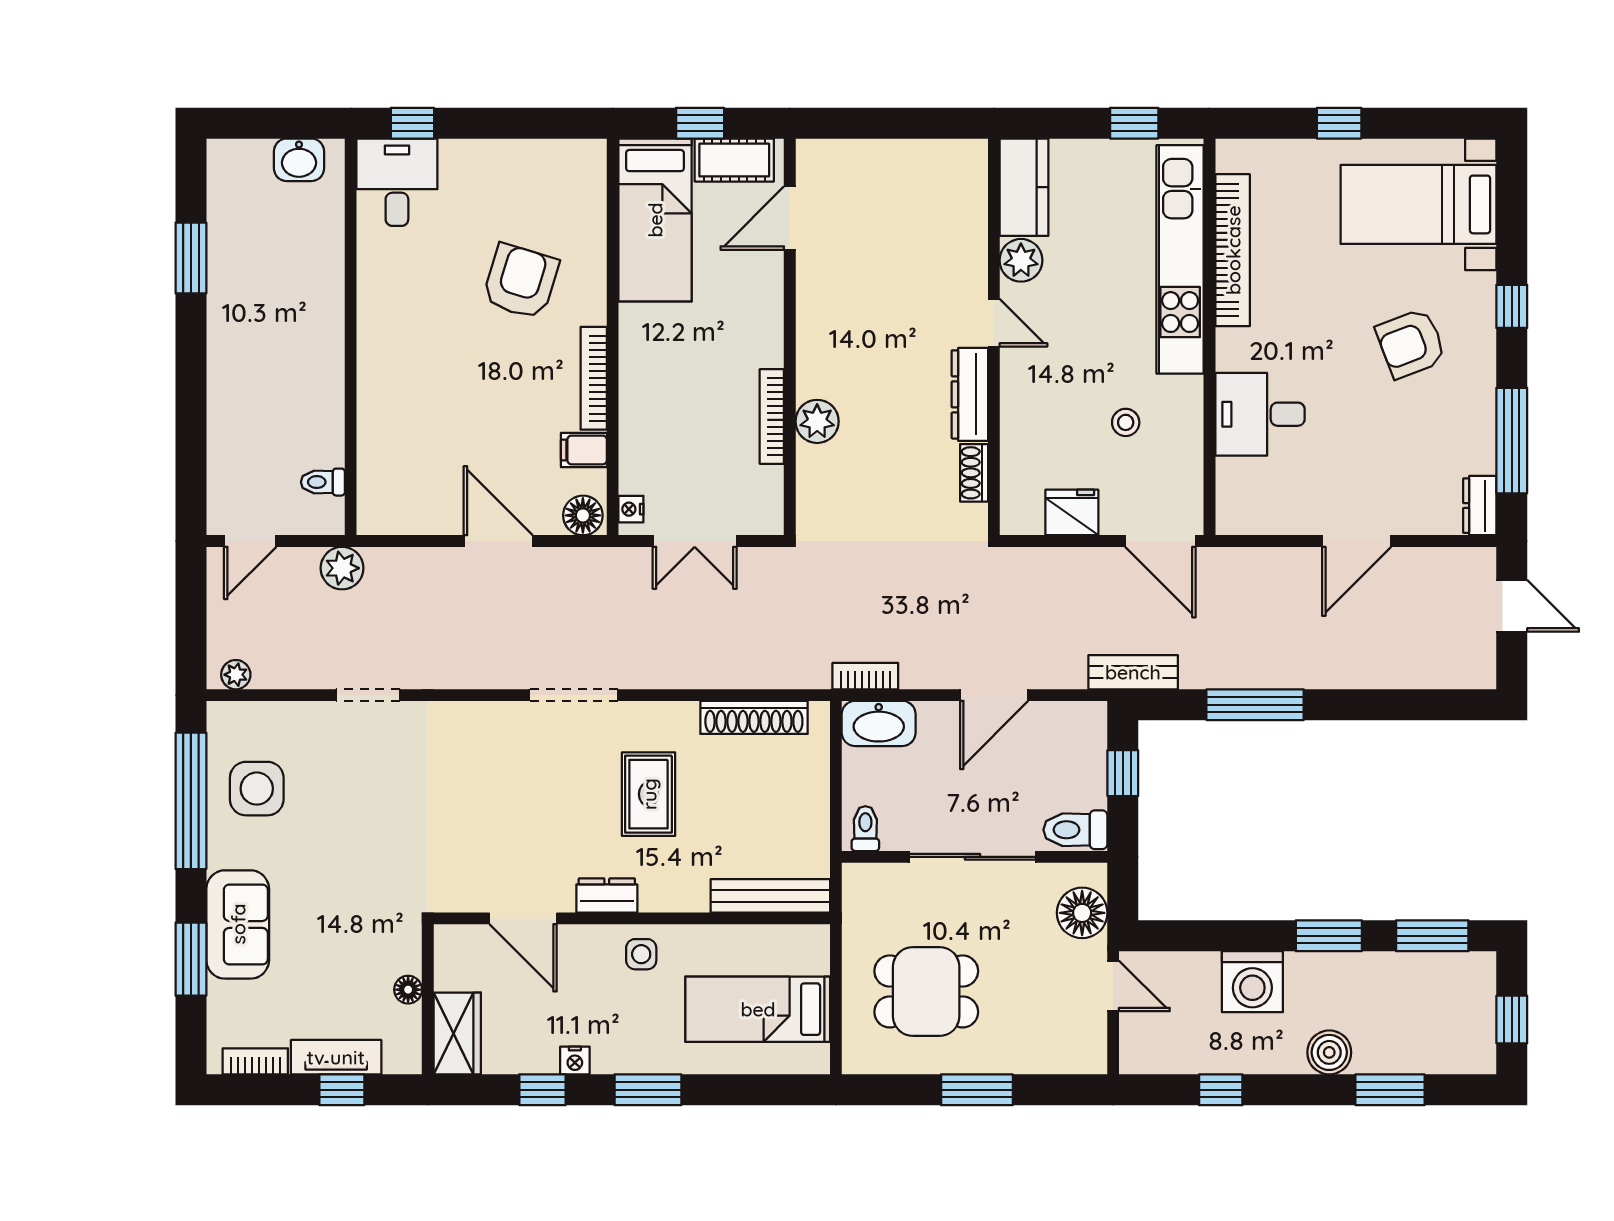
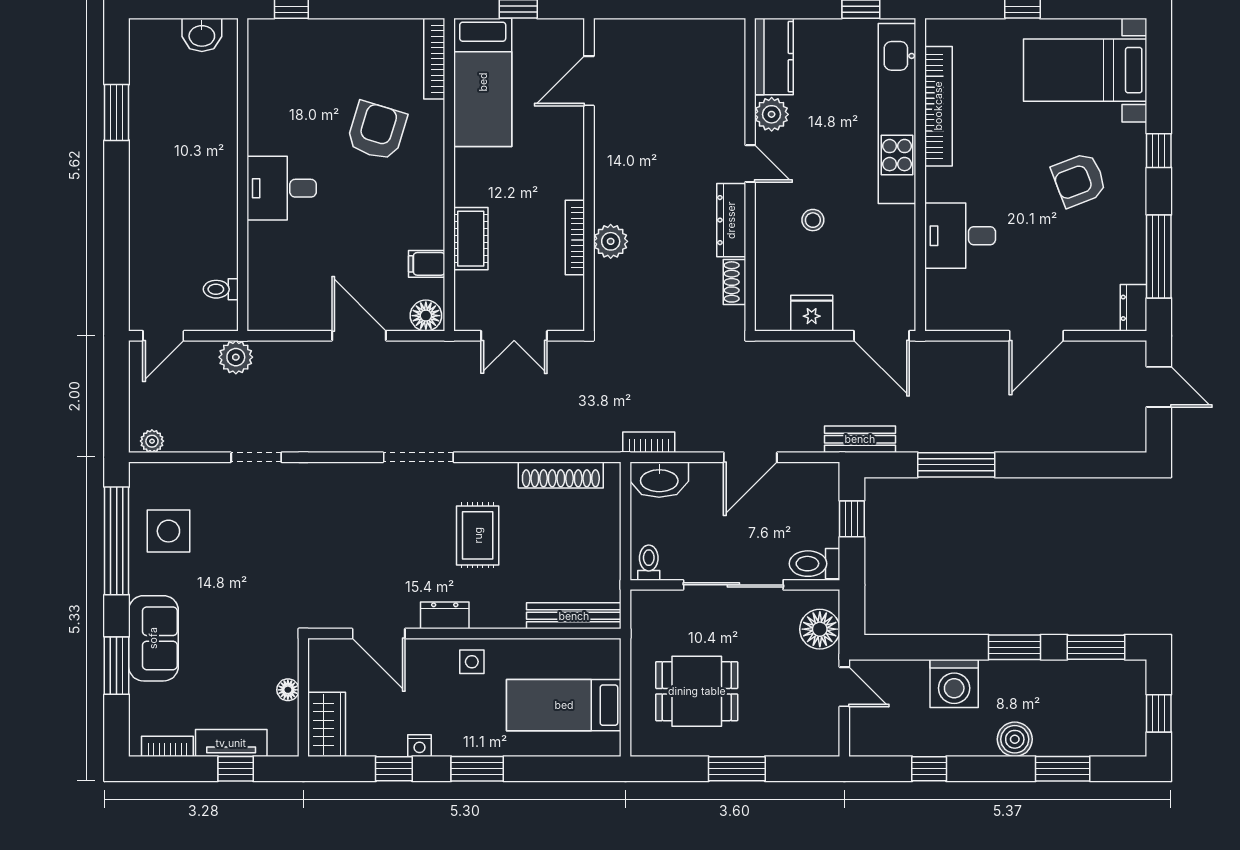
cot: (734, 160) -> (471, 239), moved, turned 90
desk: (397, 182) -> (282, 188), moved, turned -90
bookcase: (594, 378) -> (434, 59), moved
stool: (1126, 422) -> (813, 220), moved
nightstand: (631, 509) -> (464, 311), removed

